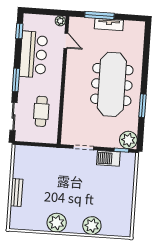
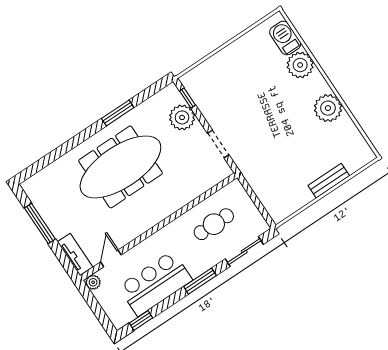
window: (99, 15) -> (40, 224), moved
tv unit: (109, 25) -> (75, 254), moved
plant: (128, 140) -> (182, 117), moved
barbecue: (108, 158) -> (285, 38), moved, turned 180

